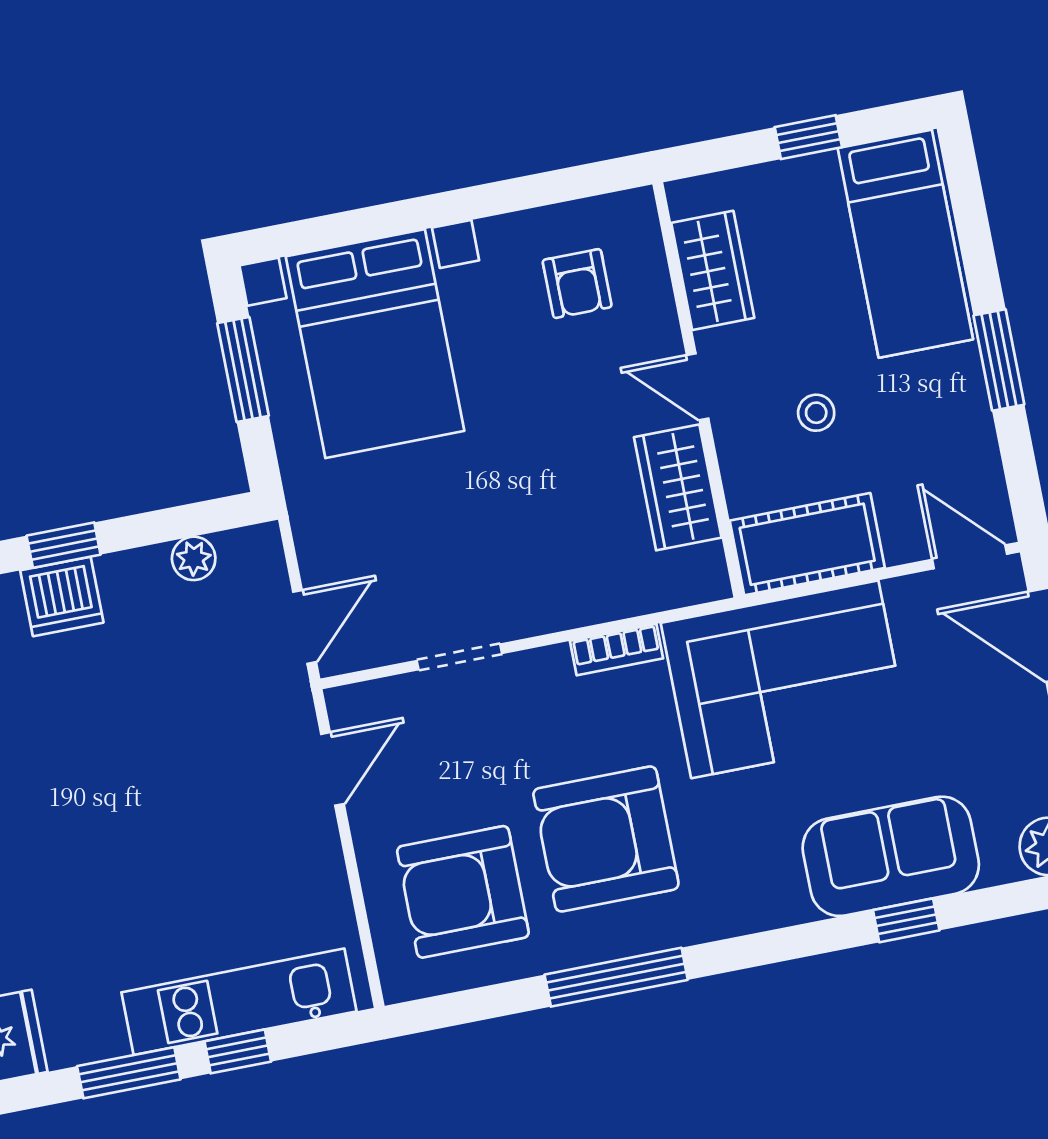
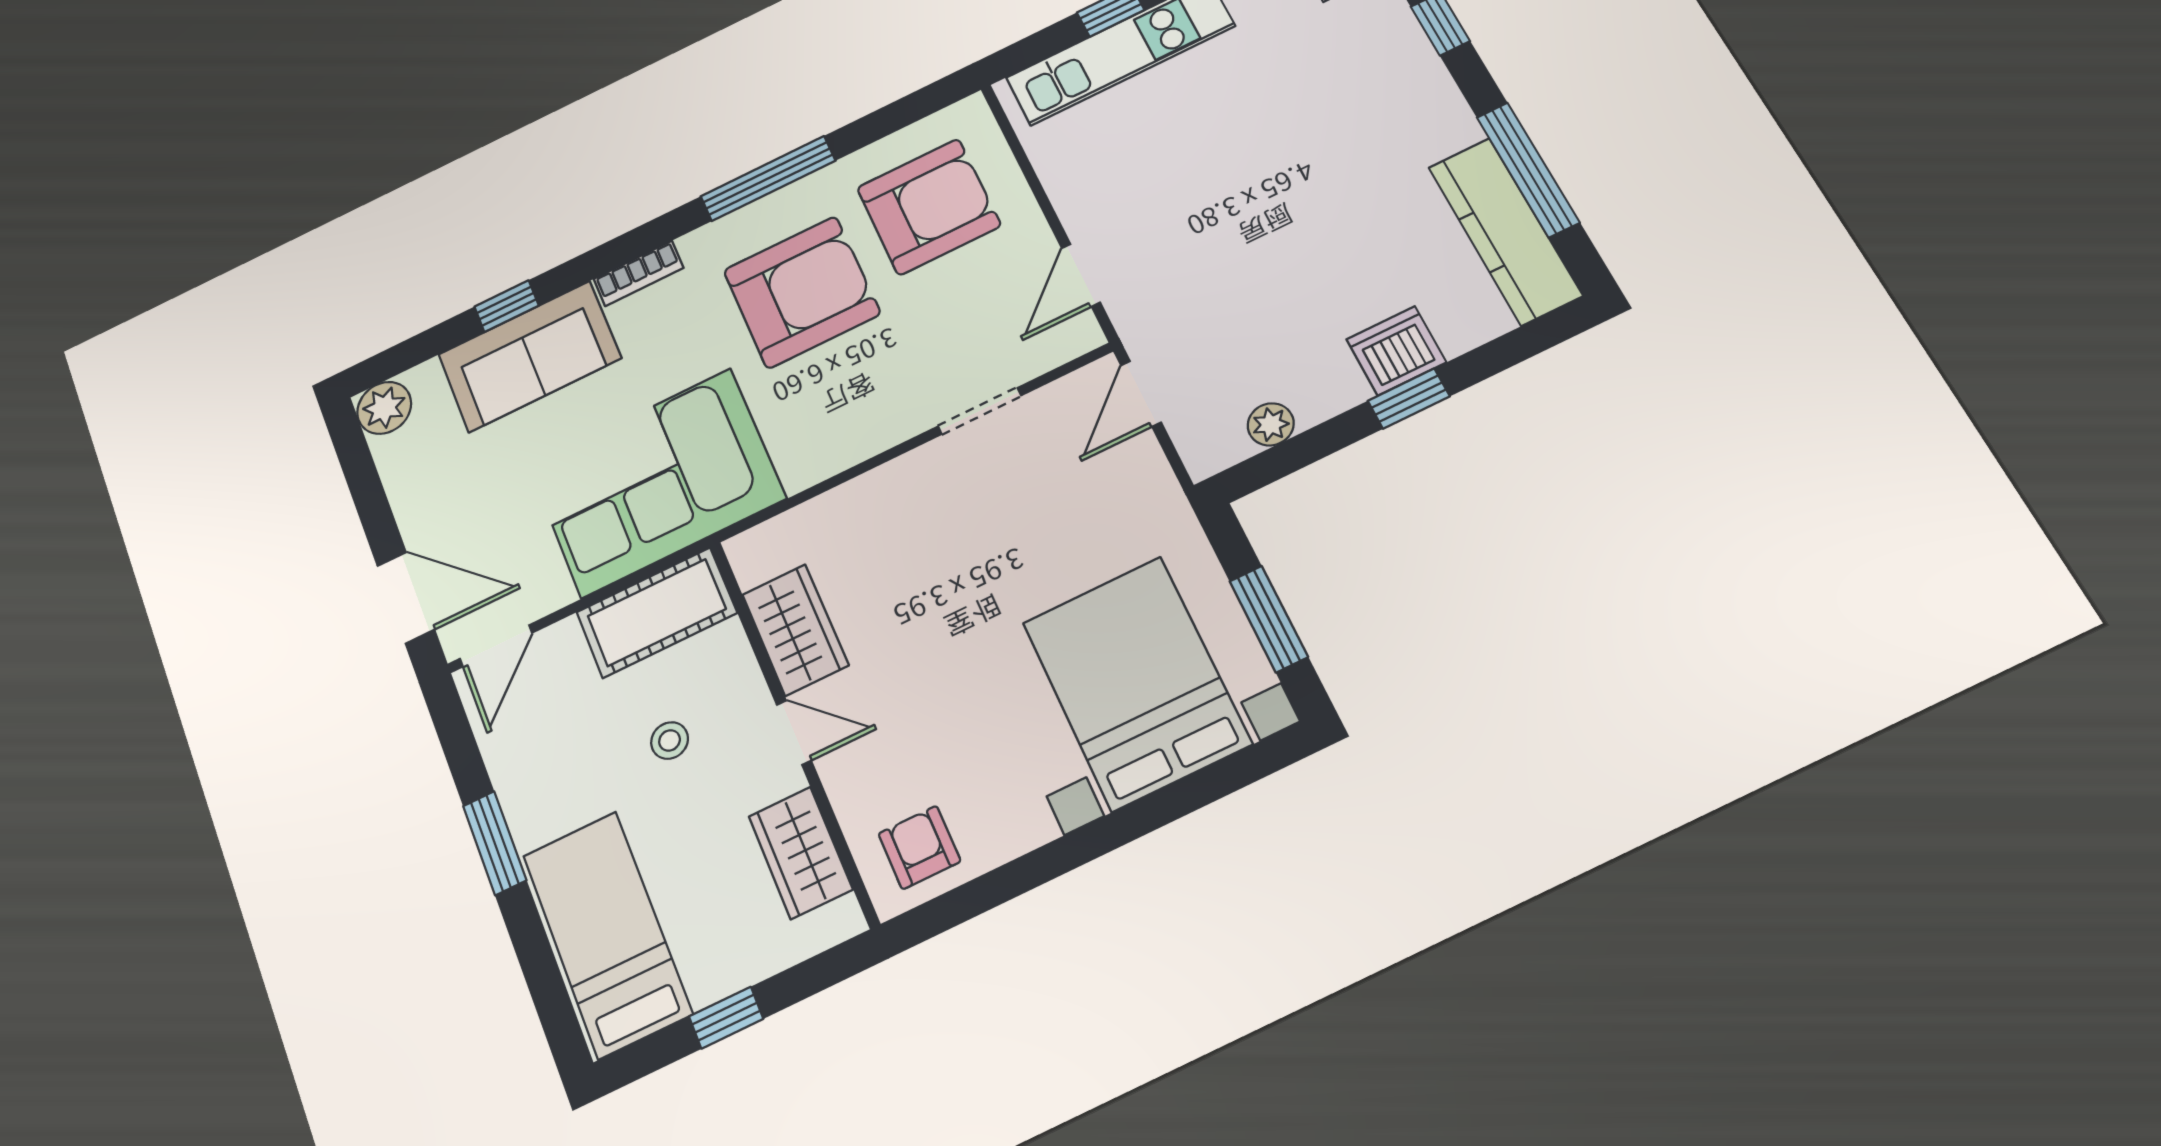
armchair: (577, 284) -> (919, 847), moved
door: (970, 557) -> (496, 646), hinge flipped
bookcase: (617, 650) -> (638, 273), moved, turned 180

